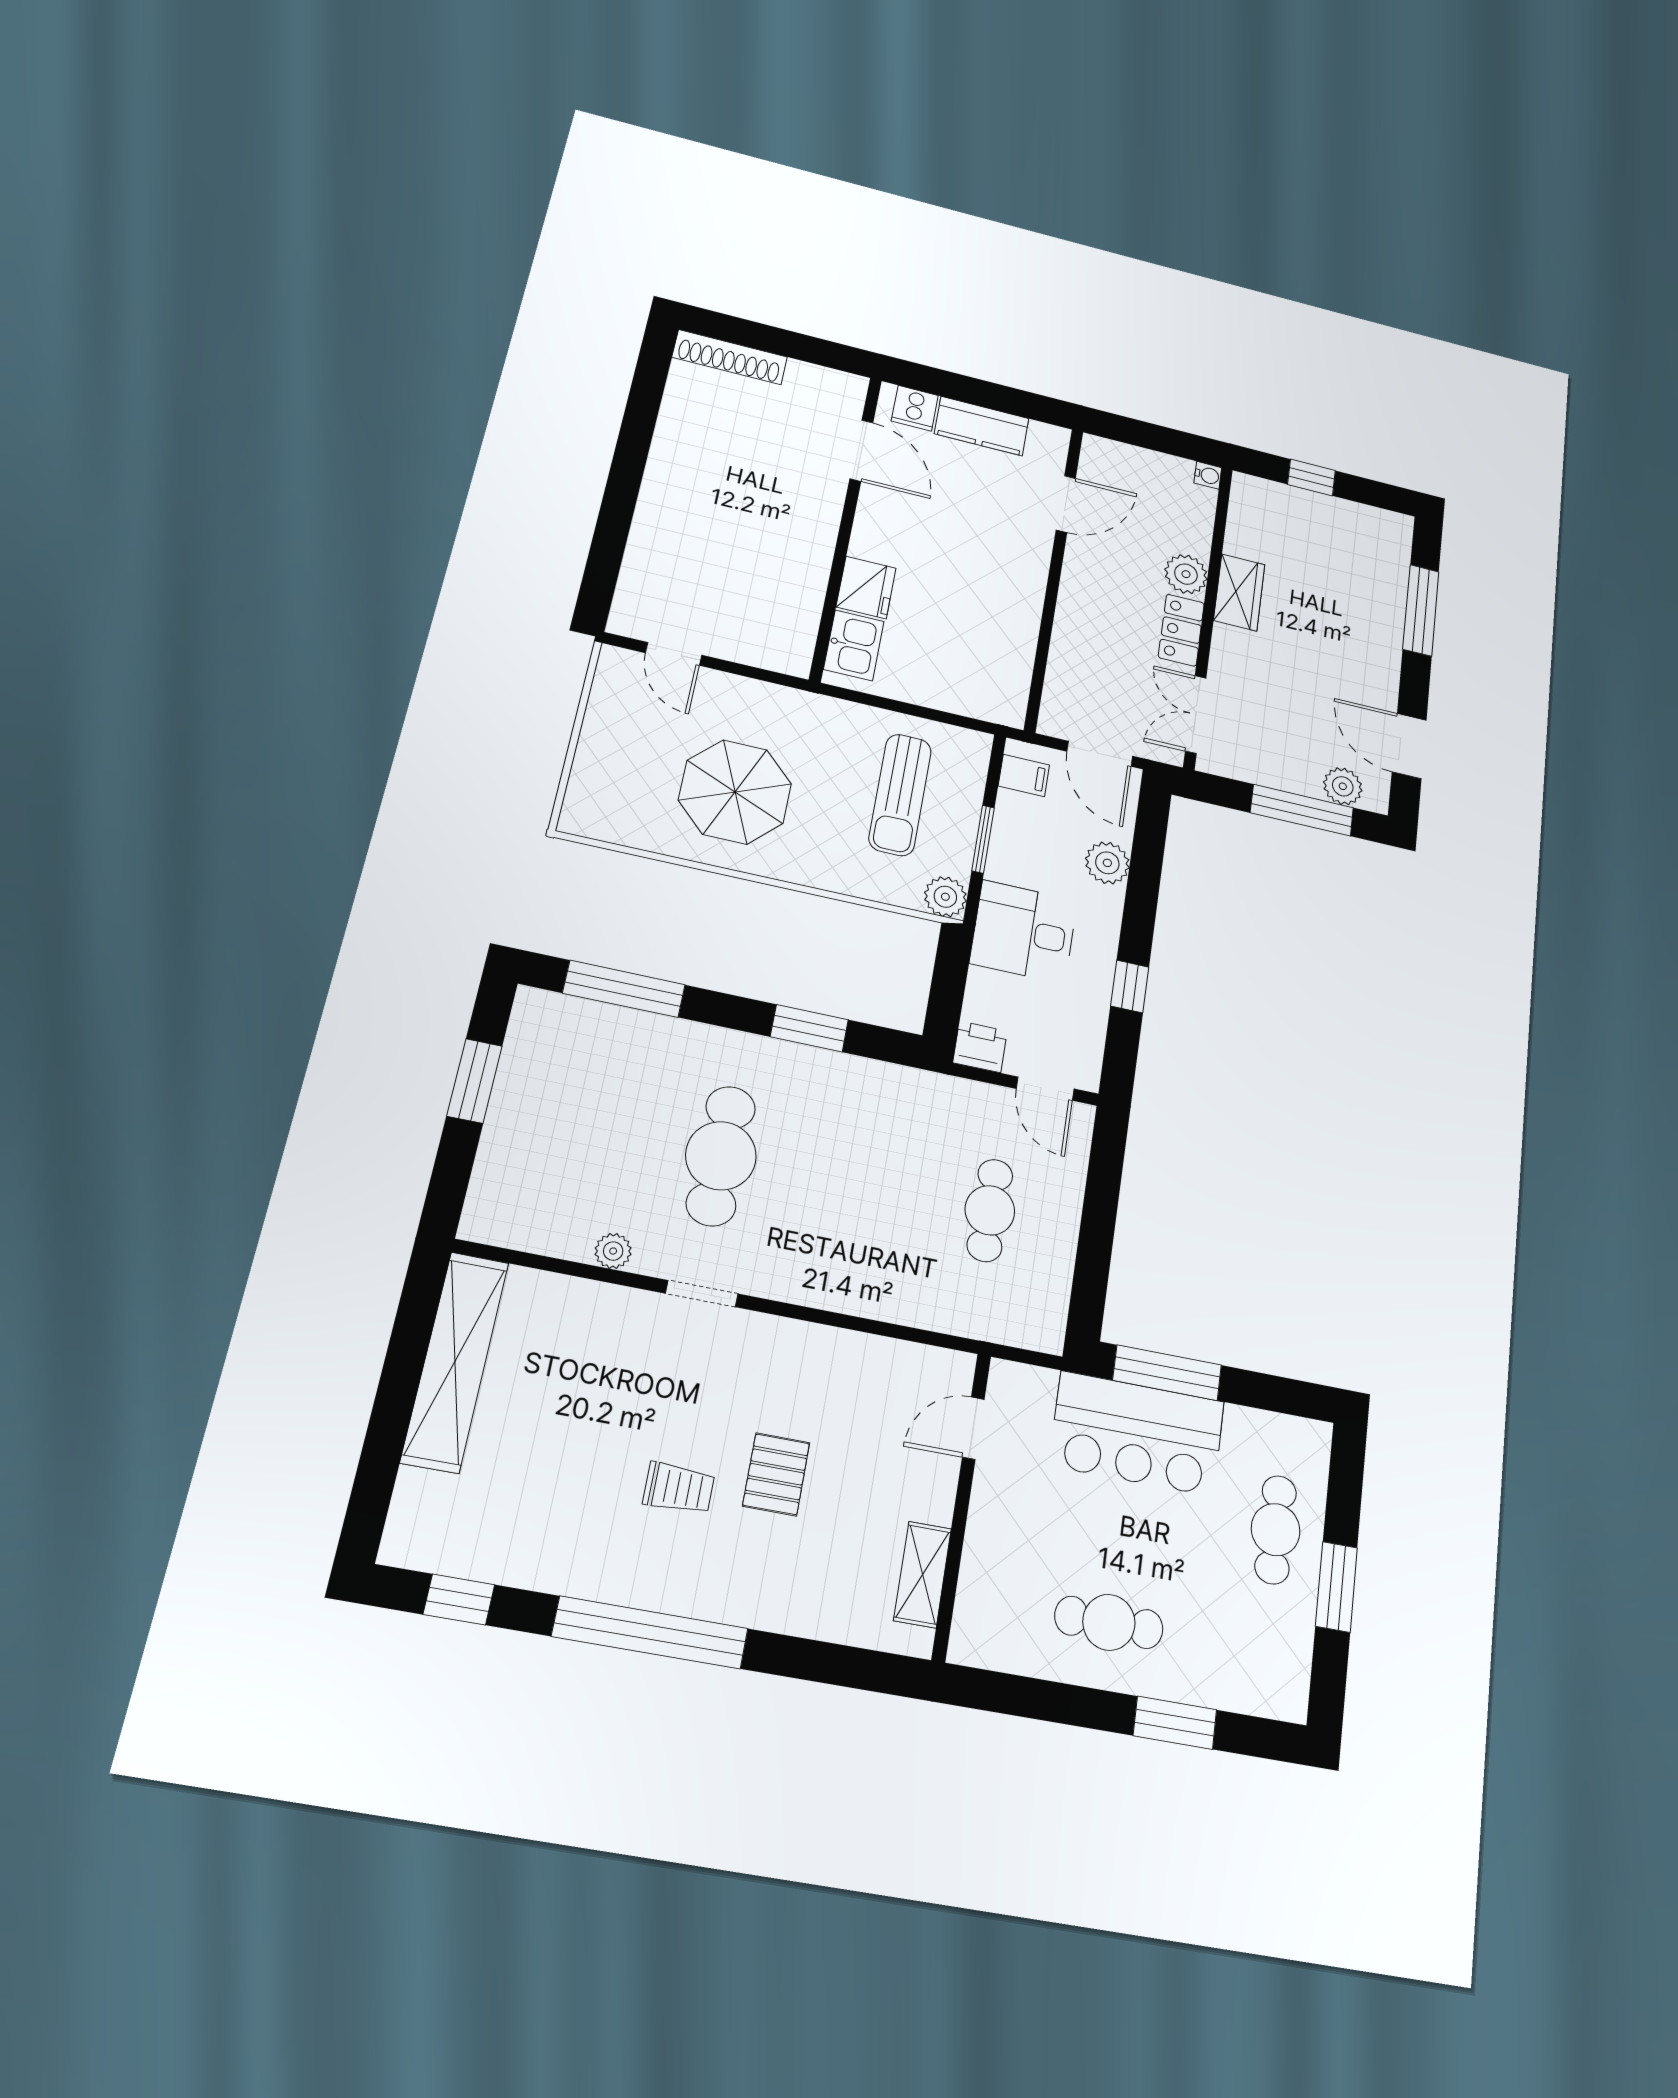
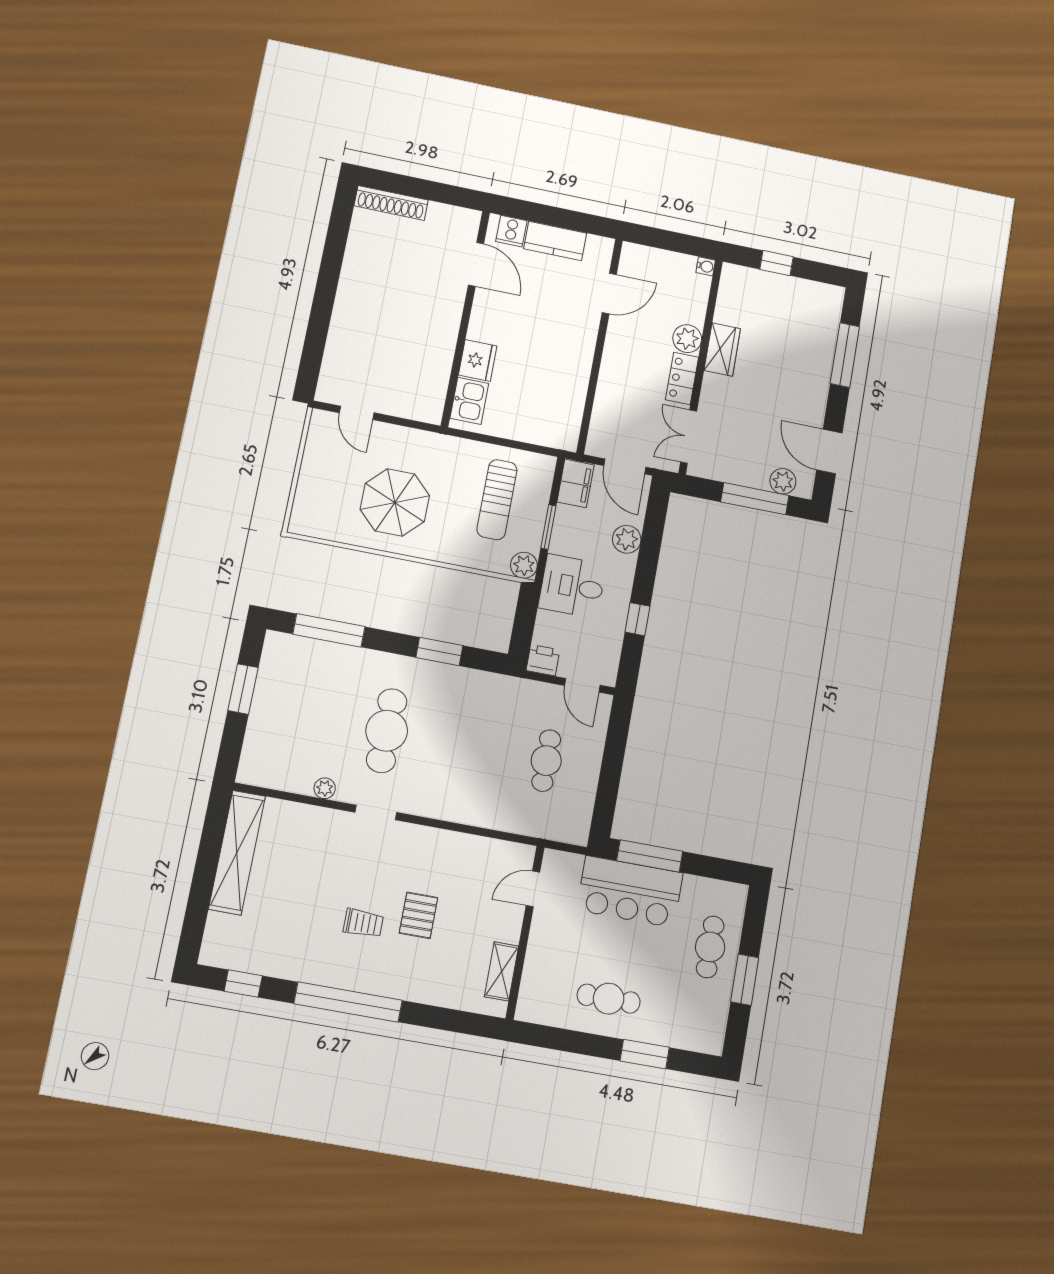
filing cabinet: (1024, 776) -> (576, 483), width x2.00

